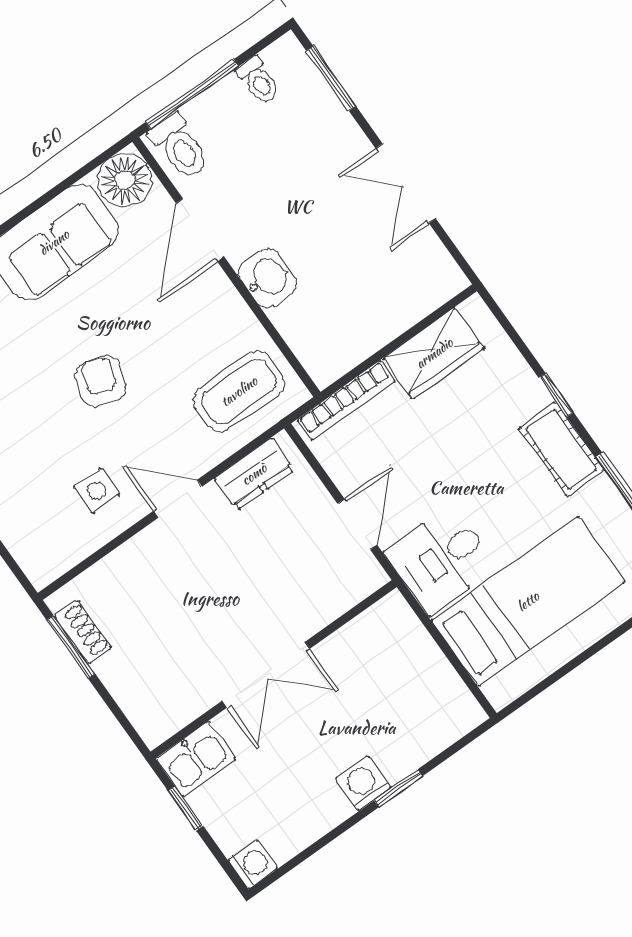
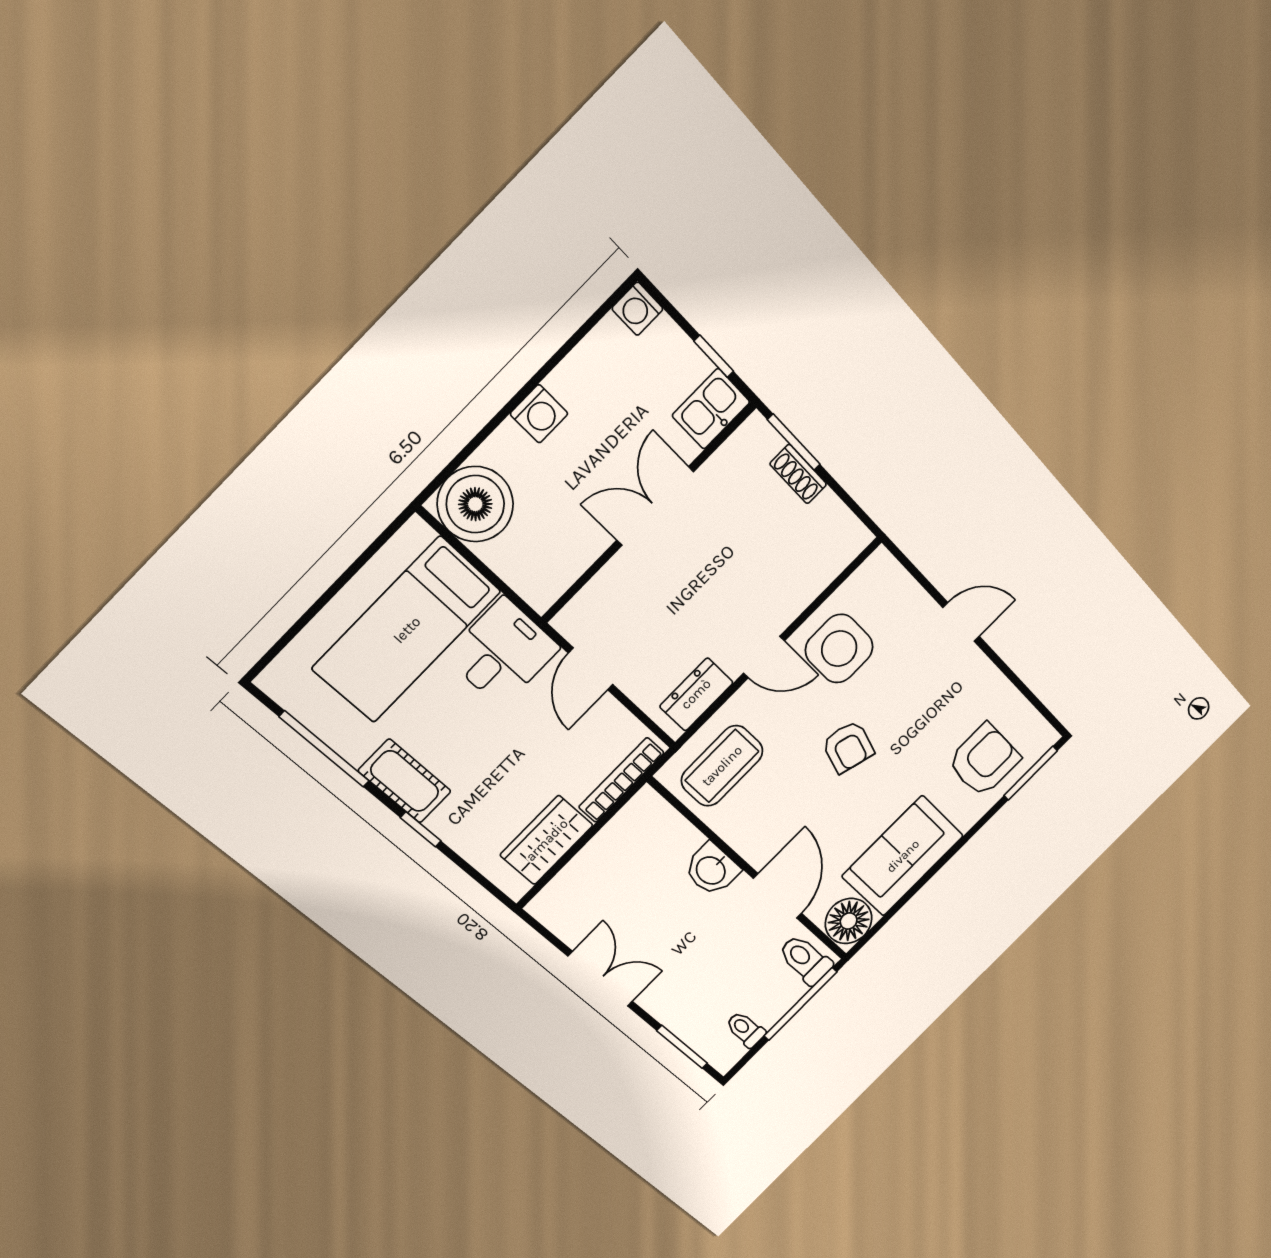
side table: (97, 491) -> (839, 649), width x1.87, depth x1.87
shoe rack: (83, 632) -> (798, 474), moved
window: (71, 647) -> (794, 442), moved
boiler: (439, 709) -> (475, 504), added
window: (398, 788) -> (502, 415), removed

